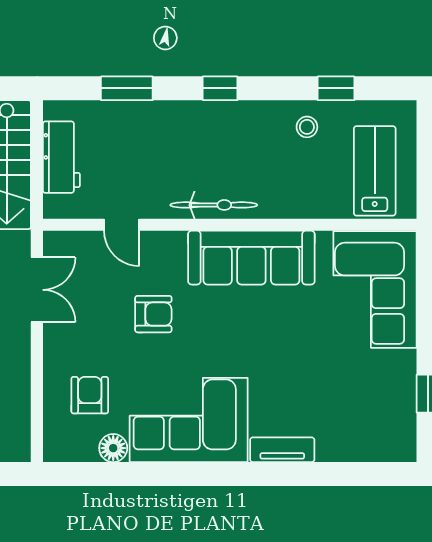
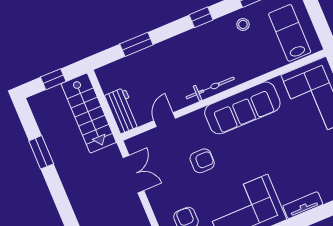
window: (220, 88) -> (201, 17), moved
workbench: (61, 157) -> (122, 111), moved
door: (122, 225) -> (165, 120), swing flipped

